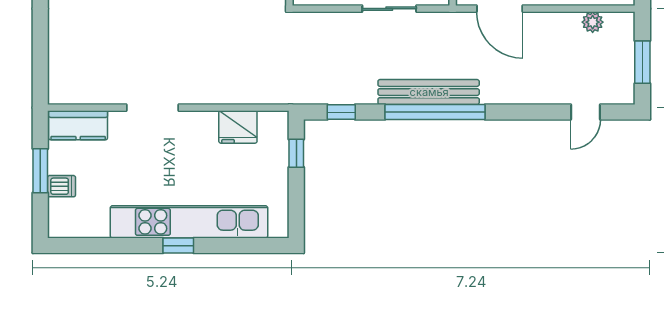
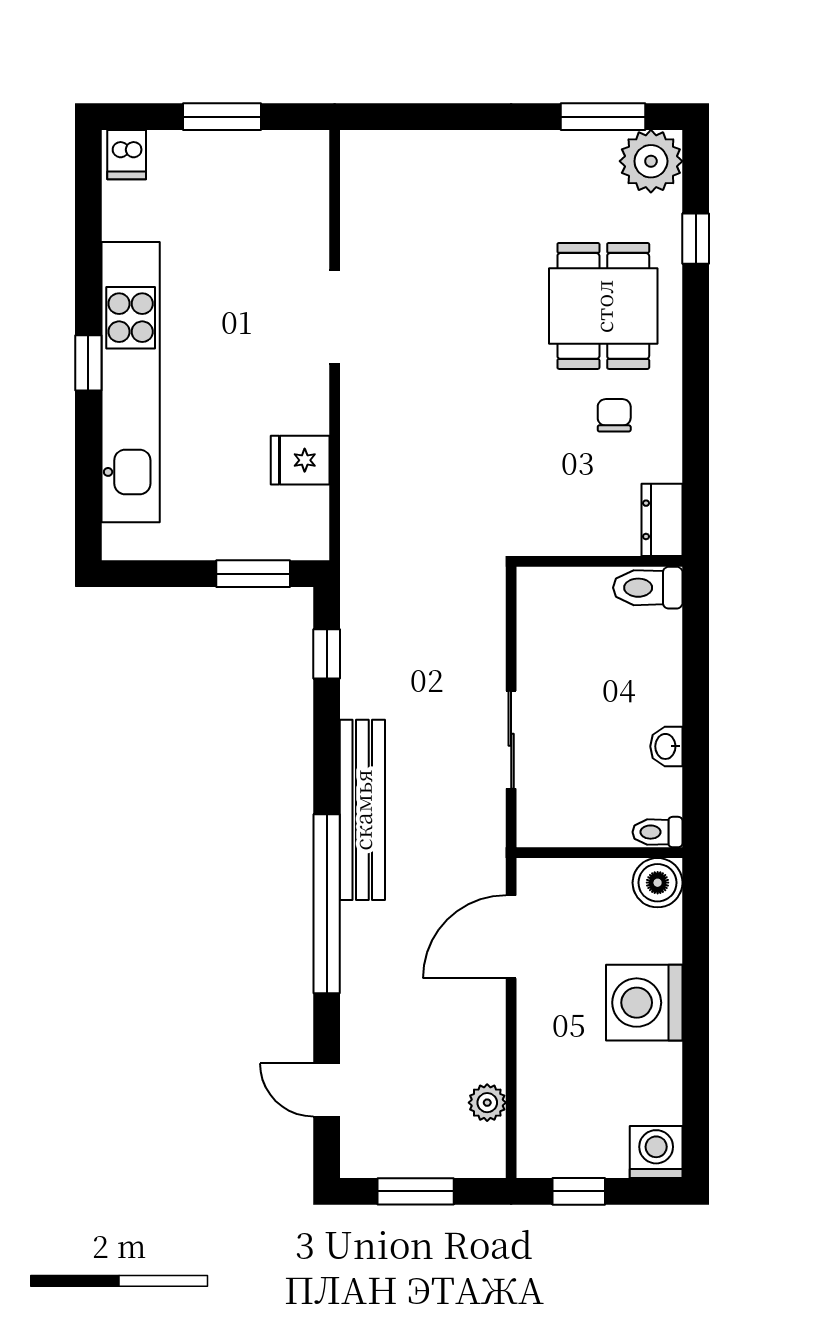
window: (435, 112) -> (327, 904), moved
kitchen counter: (78, 125) -> (303, 184), removed
fridge: (238, 127) -> (300, 460), width x0.72
window: (296, 153) -> (253, 574), width x1.50
dishwasher: (62, 186) -> (127, 155), moved

